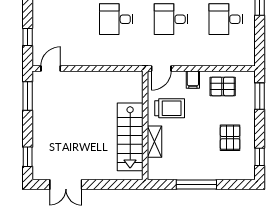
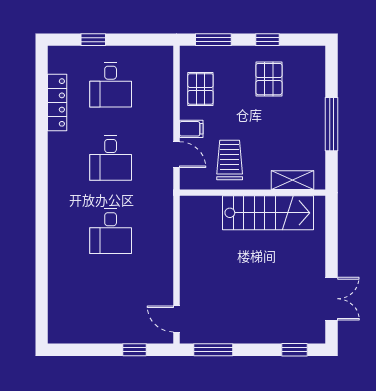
door: (161, 68) -> (176, 155), moved
pallet: (230, 138) -> (269, 79), turned 90
shelving: (155, 142) -> (293, 180), moved
window: (260, 157) -> (267, 40), moved

